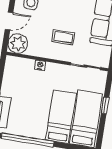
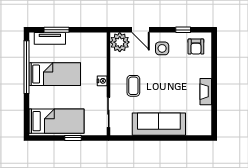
nightstand: (40, 65) -> (102, 81), moved
bed: (61, 117) -> (55, 74), moved

